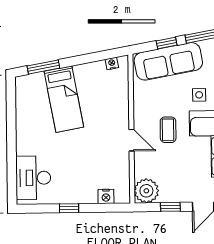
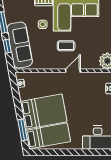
bed: (64, 99) -> (44, 112), width x1.50
bed: (35, 105) -> (48, 136), added

